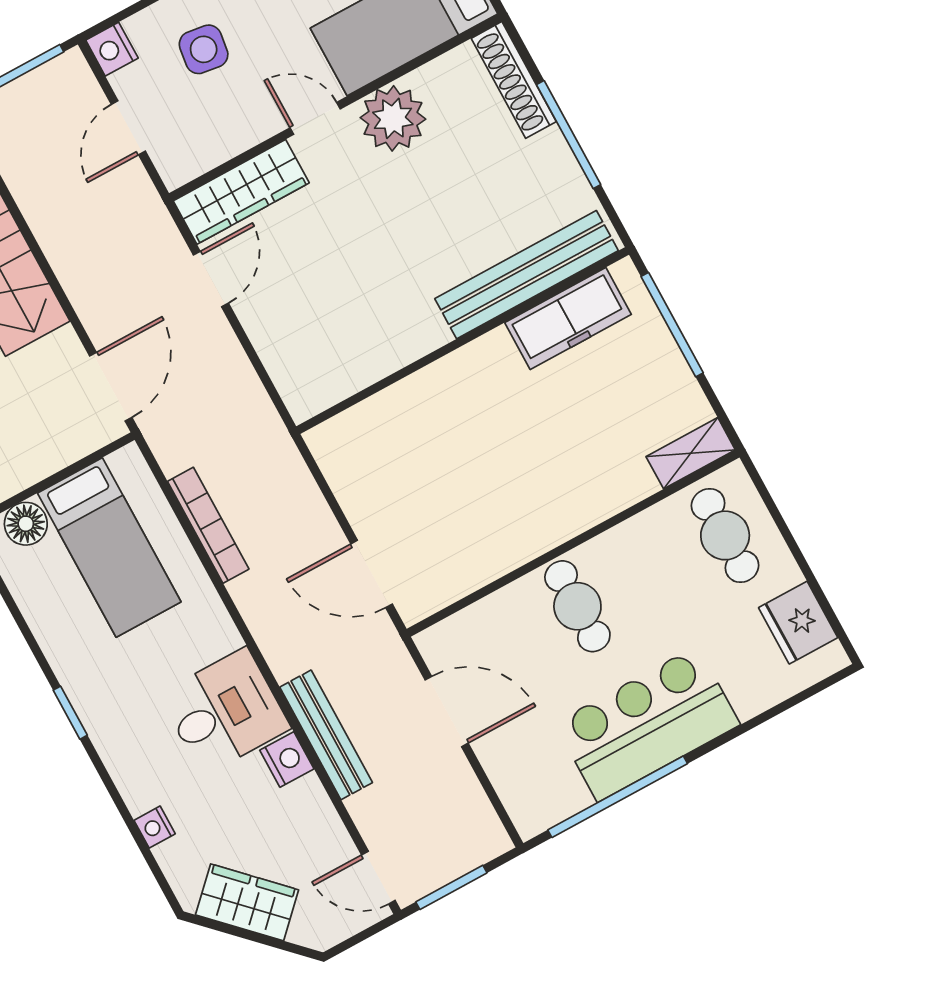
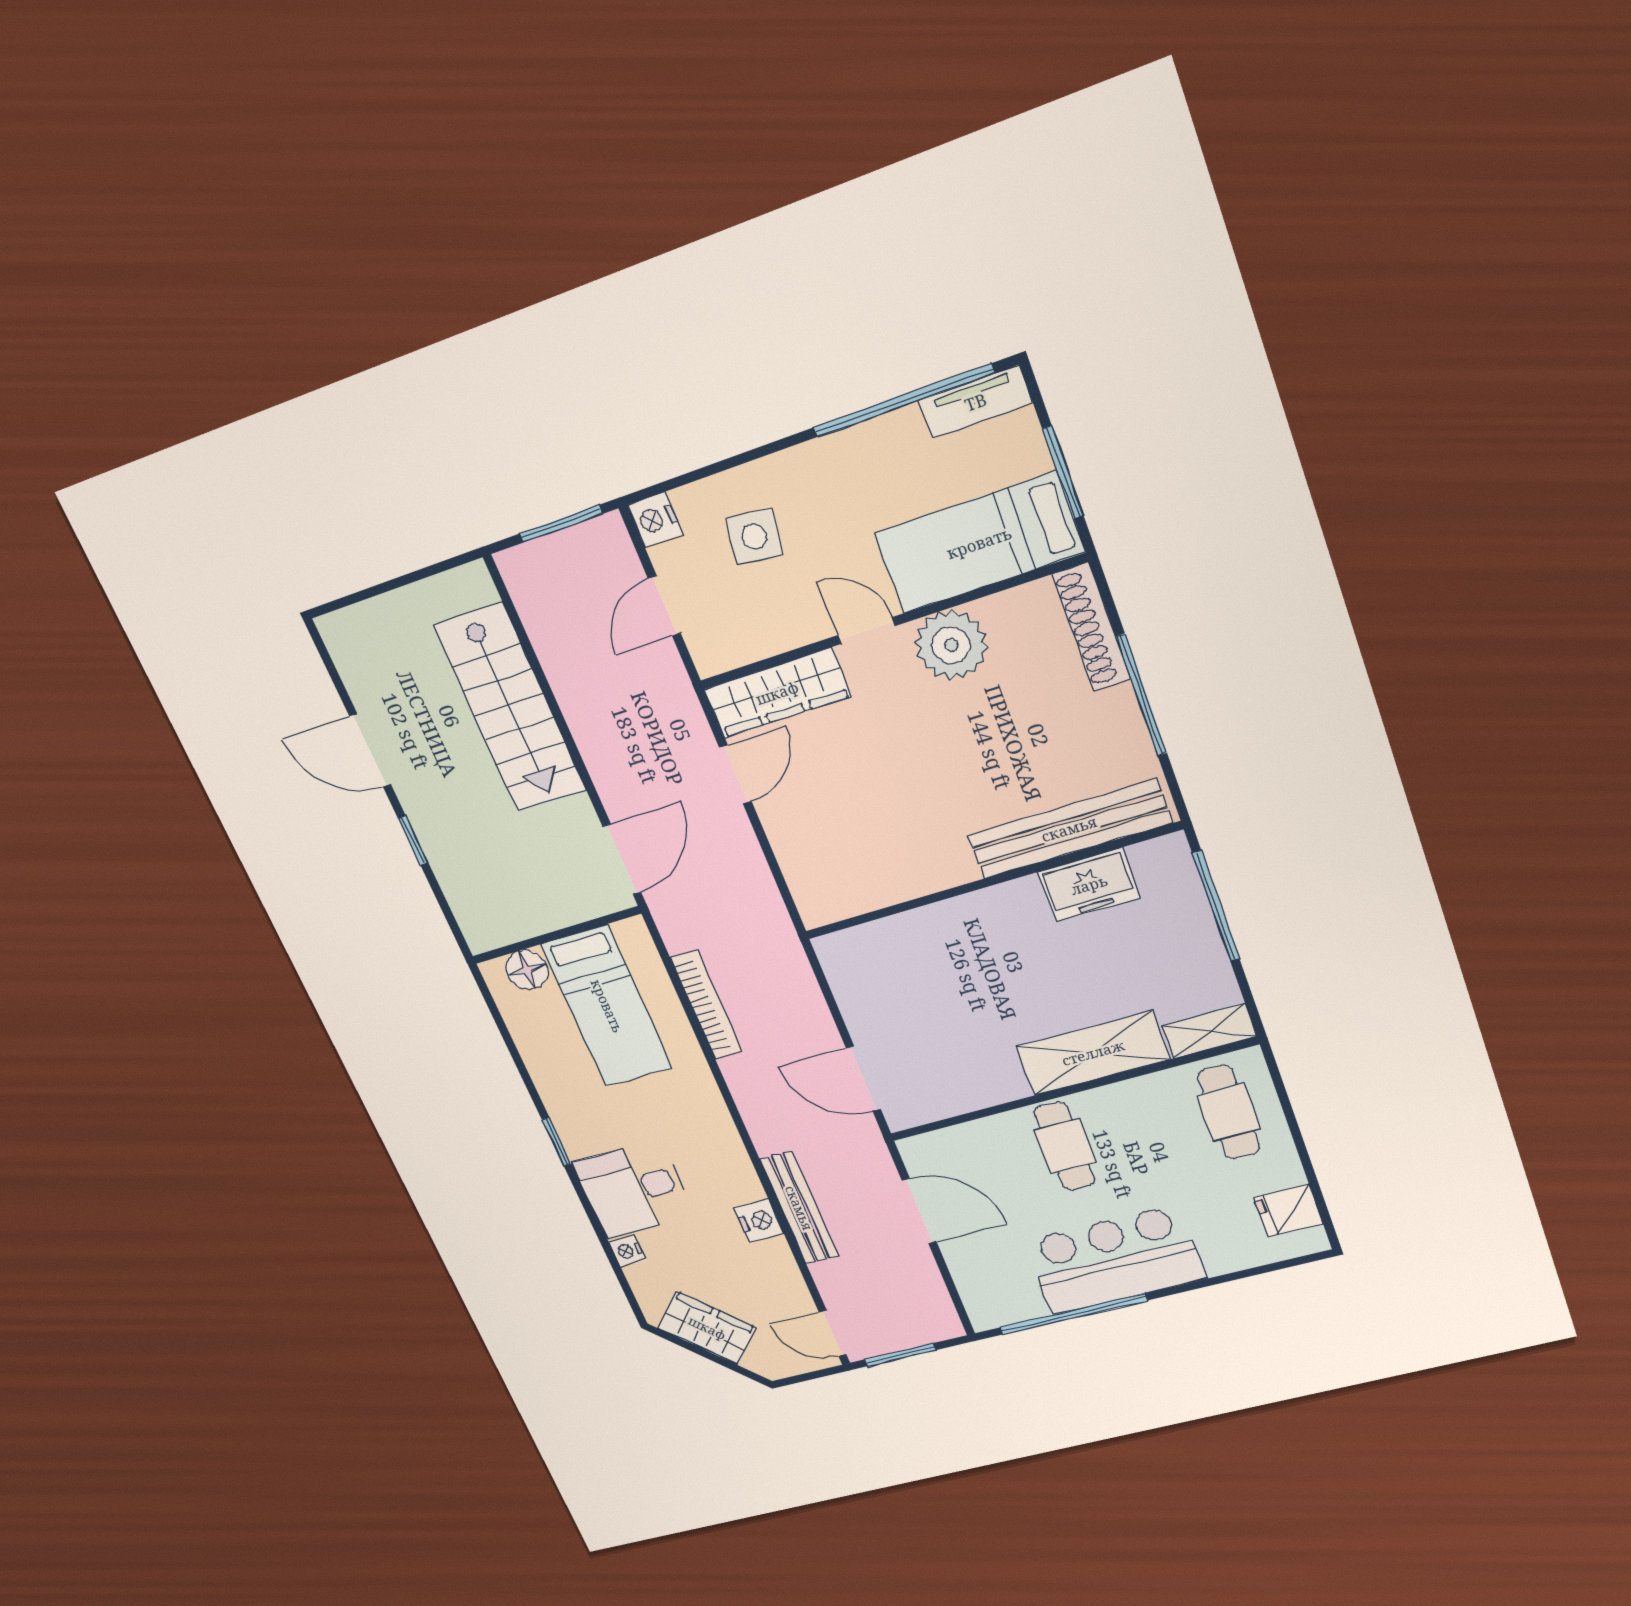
freezer: (568, 319) -> (1089, 885), width x0.71
shelving: (587, 499) -> (1093, 1053), added
fridge: (798, 623) -> (1289, 1211), width x0.72
desk: (225, 711) -> (633, 1189), moved, turned 180

